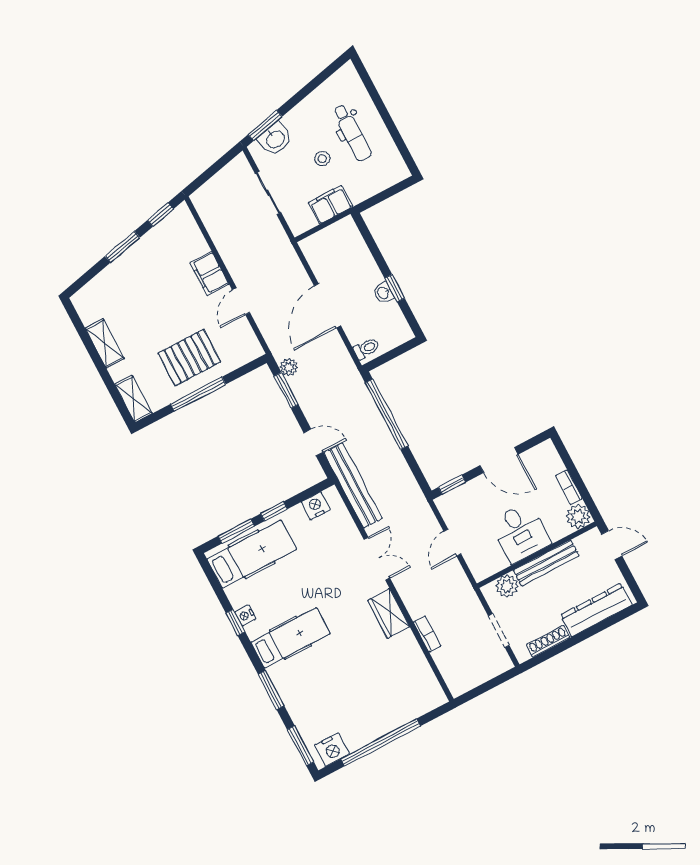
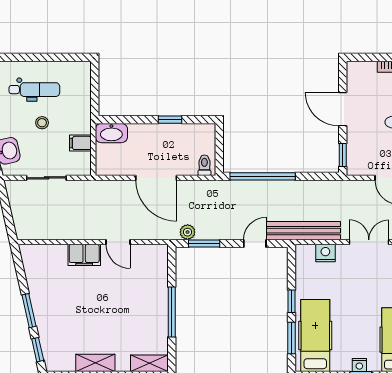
filing cabinet: (330, 205) -> (80, 143), width x0.50
window: (160, 215) -> (38, 350), moved
washbasin: (383, 293) -> (111, 133), moved, width x1.91, depth x1.45
pallet: (189, 358) -> (140, 304), removed
door: (499, 460) -> (343, 109), swing flipped
nightstand: (316, 506) -> (325, 253), moved, turned 90

